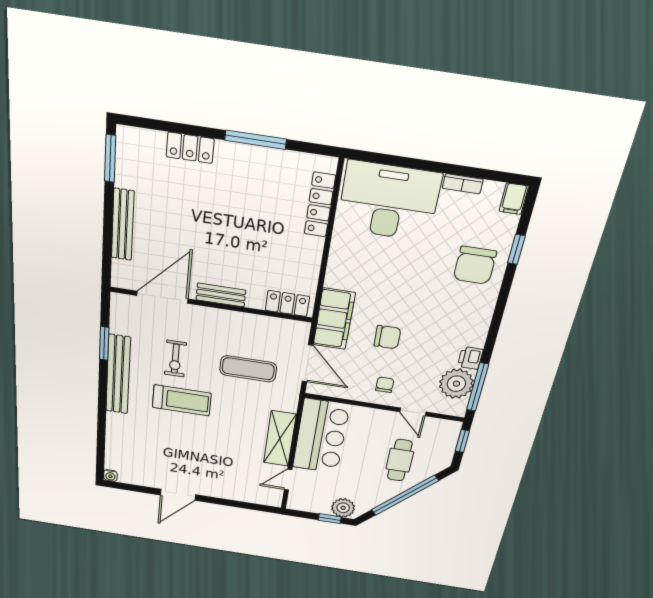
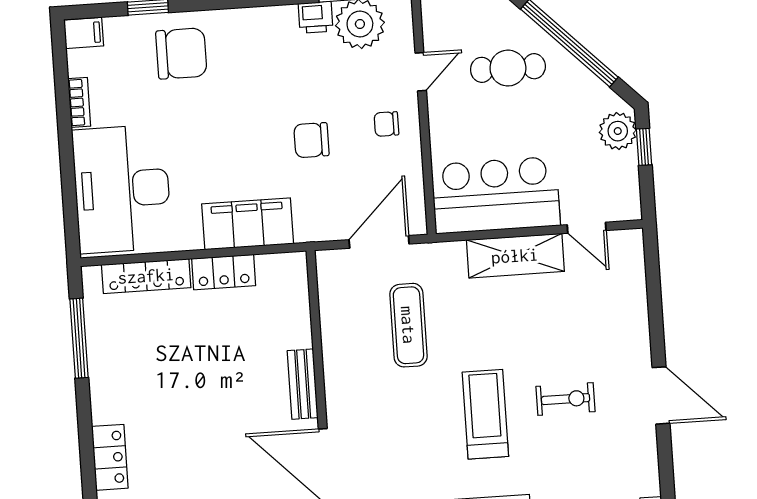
window: (255, 140) -> (79, 338), moved
locker: (287, 303) -> (224, 272), moved, turned -90
filing cabinet: (334, 319) -> (248, 224), moved
chair: (387, 337) -> (311, 140), turned -89
exercise bike: (175, 359) -> (566, 399), moved

